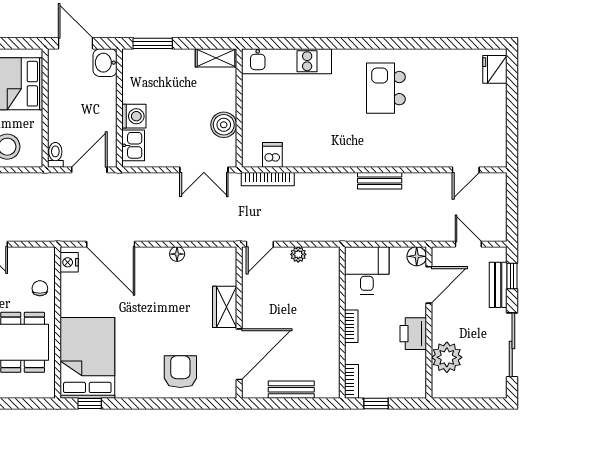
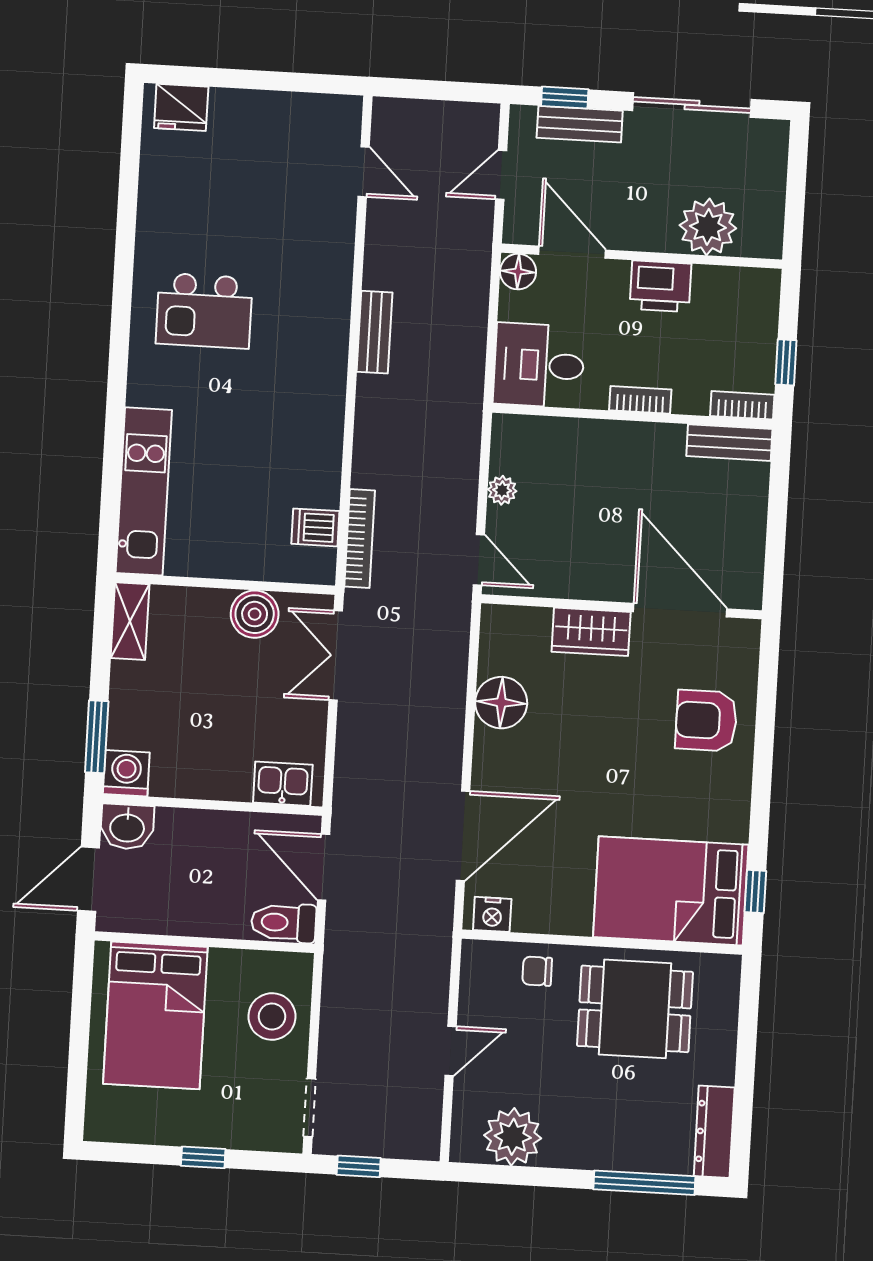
washing machine: (134, 116) -> (126, 773), moved
toilet: (55, 155) -> (284, 923), width x1.37, depth x1.39
double door: (204, 170) -> (336, 655), swing flipped
floor lamp: (177, 254) -> (501, 703), width x1.89, depth x1.89
bench: (291, 390) -> (729, 443), moved, turned 90

